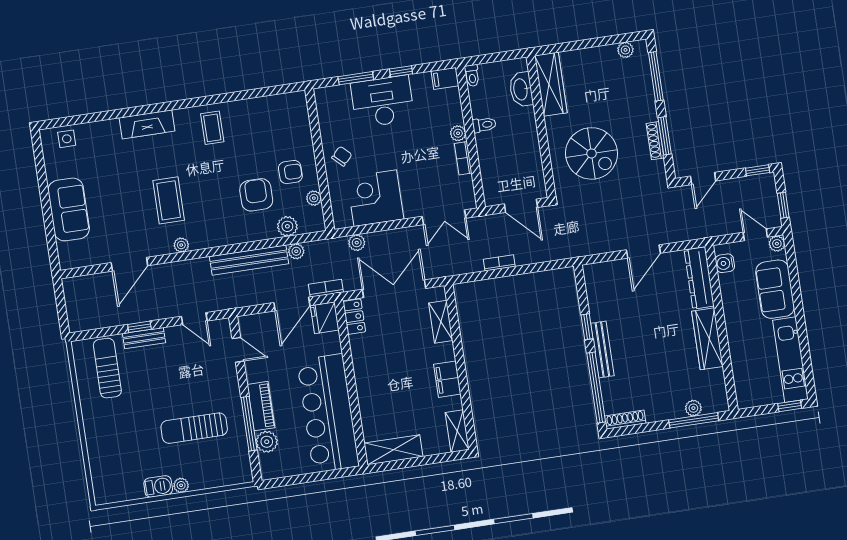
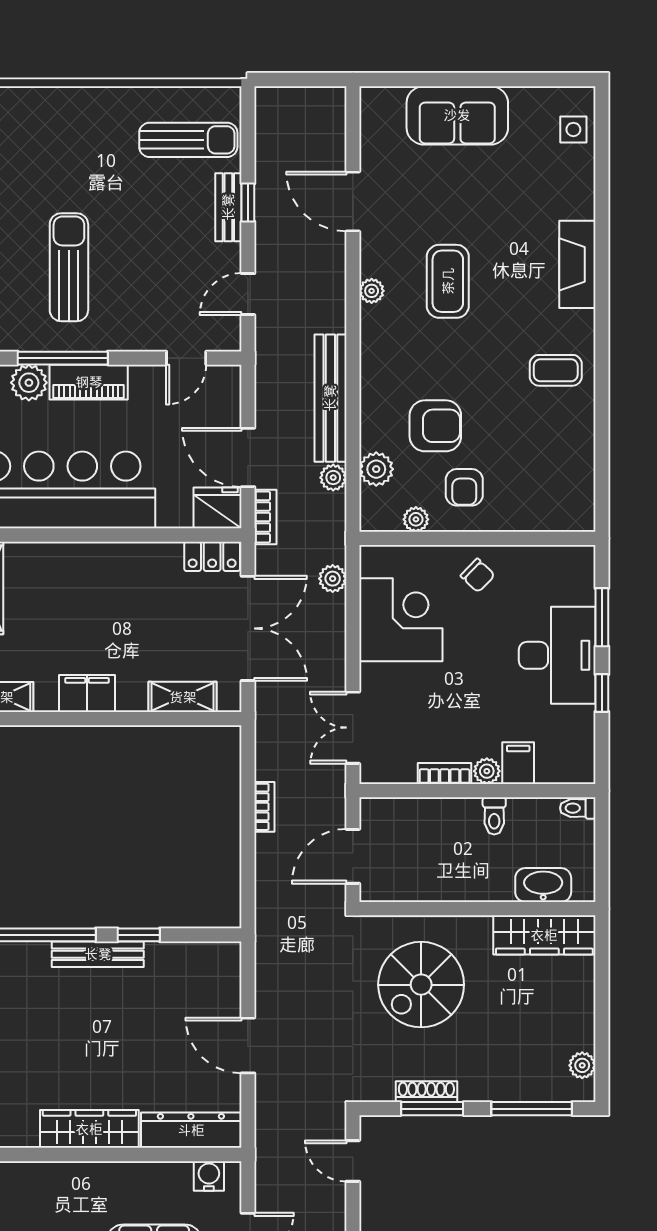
filing cabinet: (445, 78) -> (518, 763), moved
coffee table: (169, 200) -> (448, 281), turned 90

